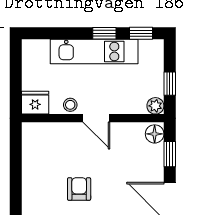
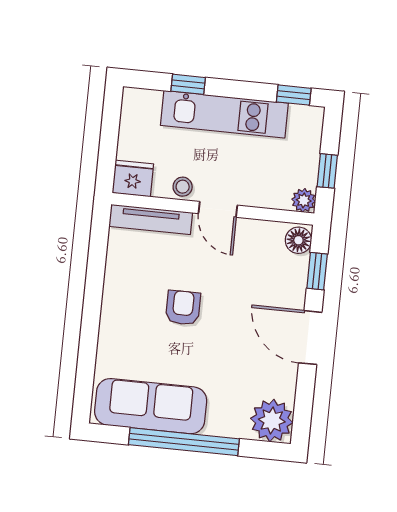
window: (104, 33) -> (188, 84), moved
tv unit: (50, 130) -> (151, 219), added

